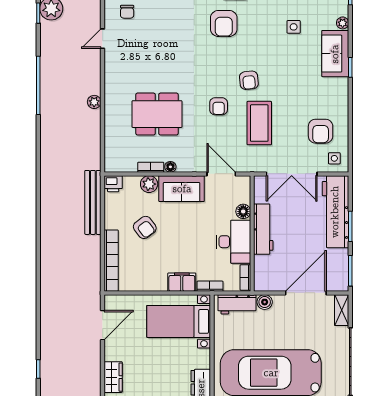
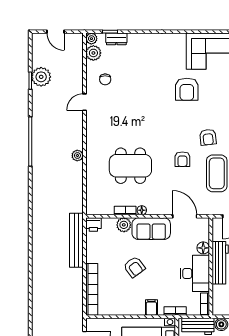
armchair: (145, 227) -> (134, 267), moved
filing cabinet: (182, 282) -> (151, 308), width x0.50

